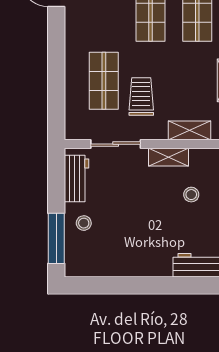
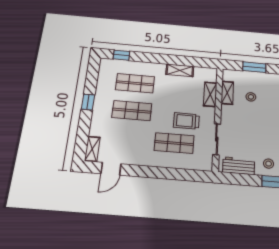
shelving: (168, 157) -> (227, 93), moved

